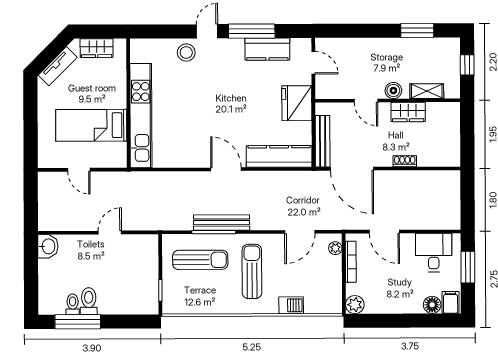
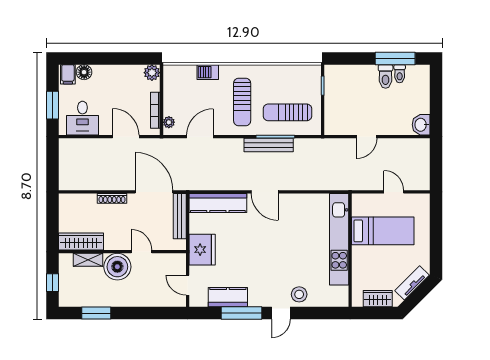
boiler: (393, 91) -> (117, 267), width x1.86, depth x1.86
wardrobe: (408, 112) -> (81, 242), moved, width x1.50
shoe rack: (405, 161) -> (112, 198), width x1.43

